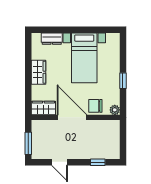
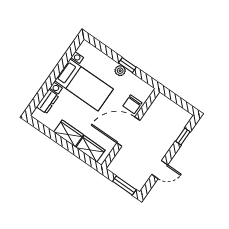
wardrobe: (43, 108) -> (90, 149), moved, turned 90
plant: (115, 110) -> (120, 71), moved

